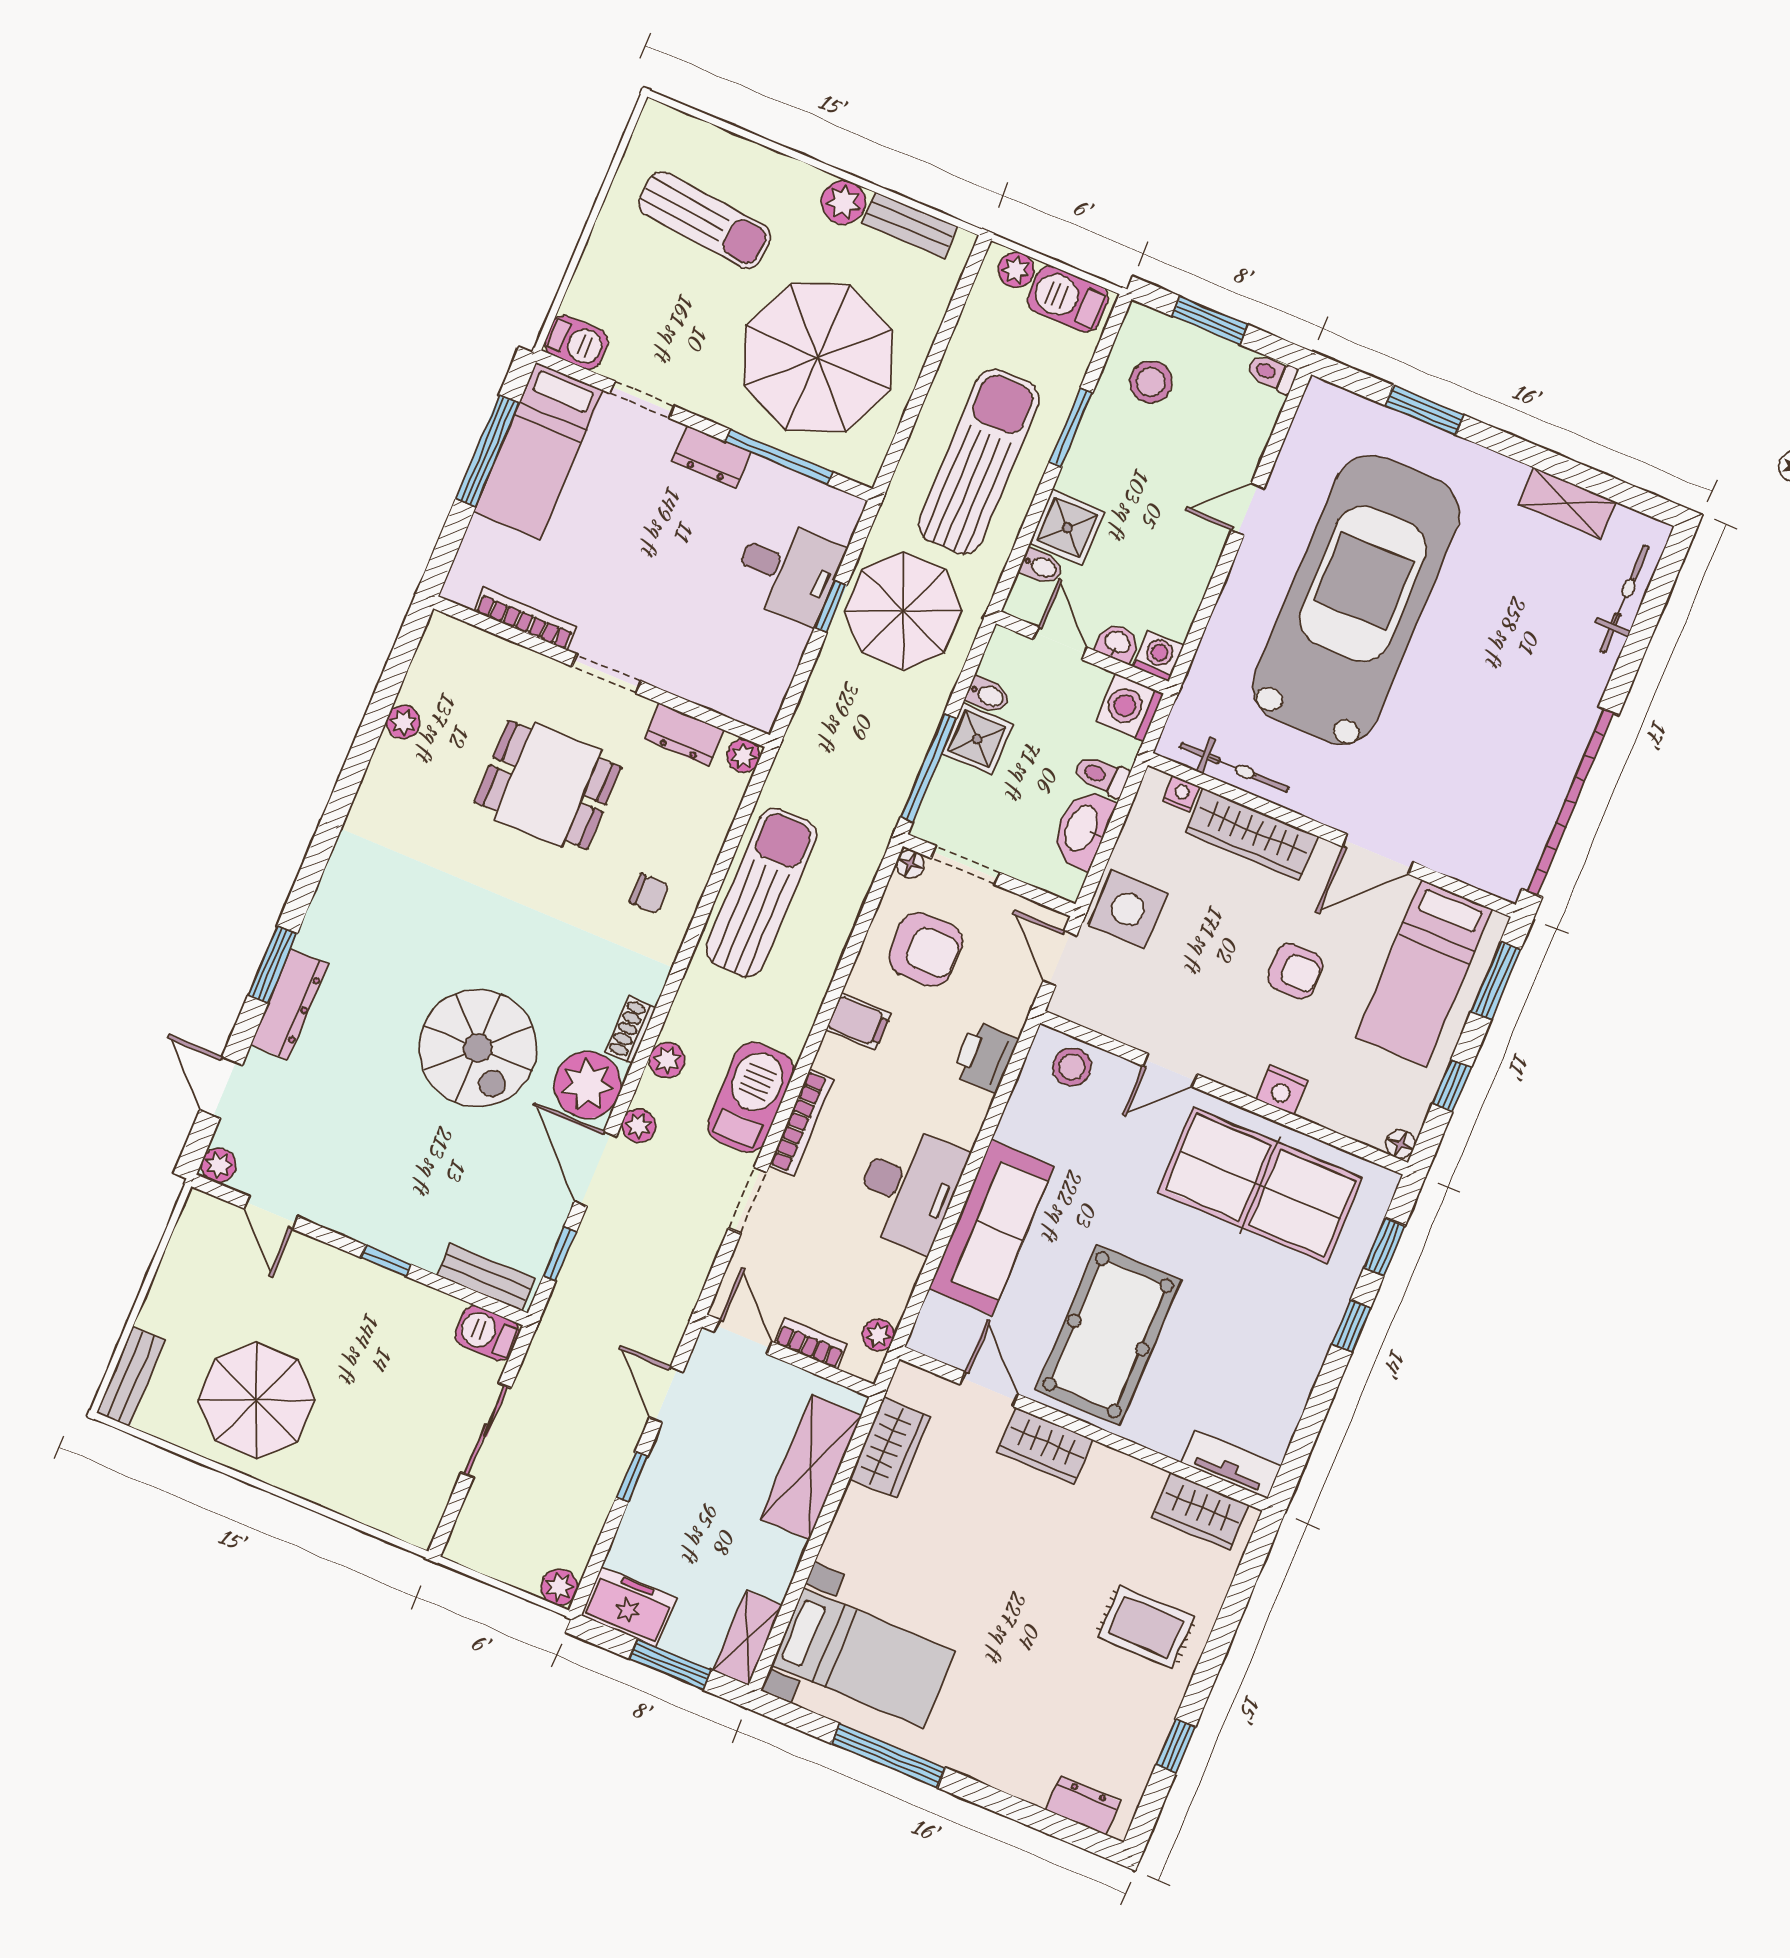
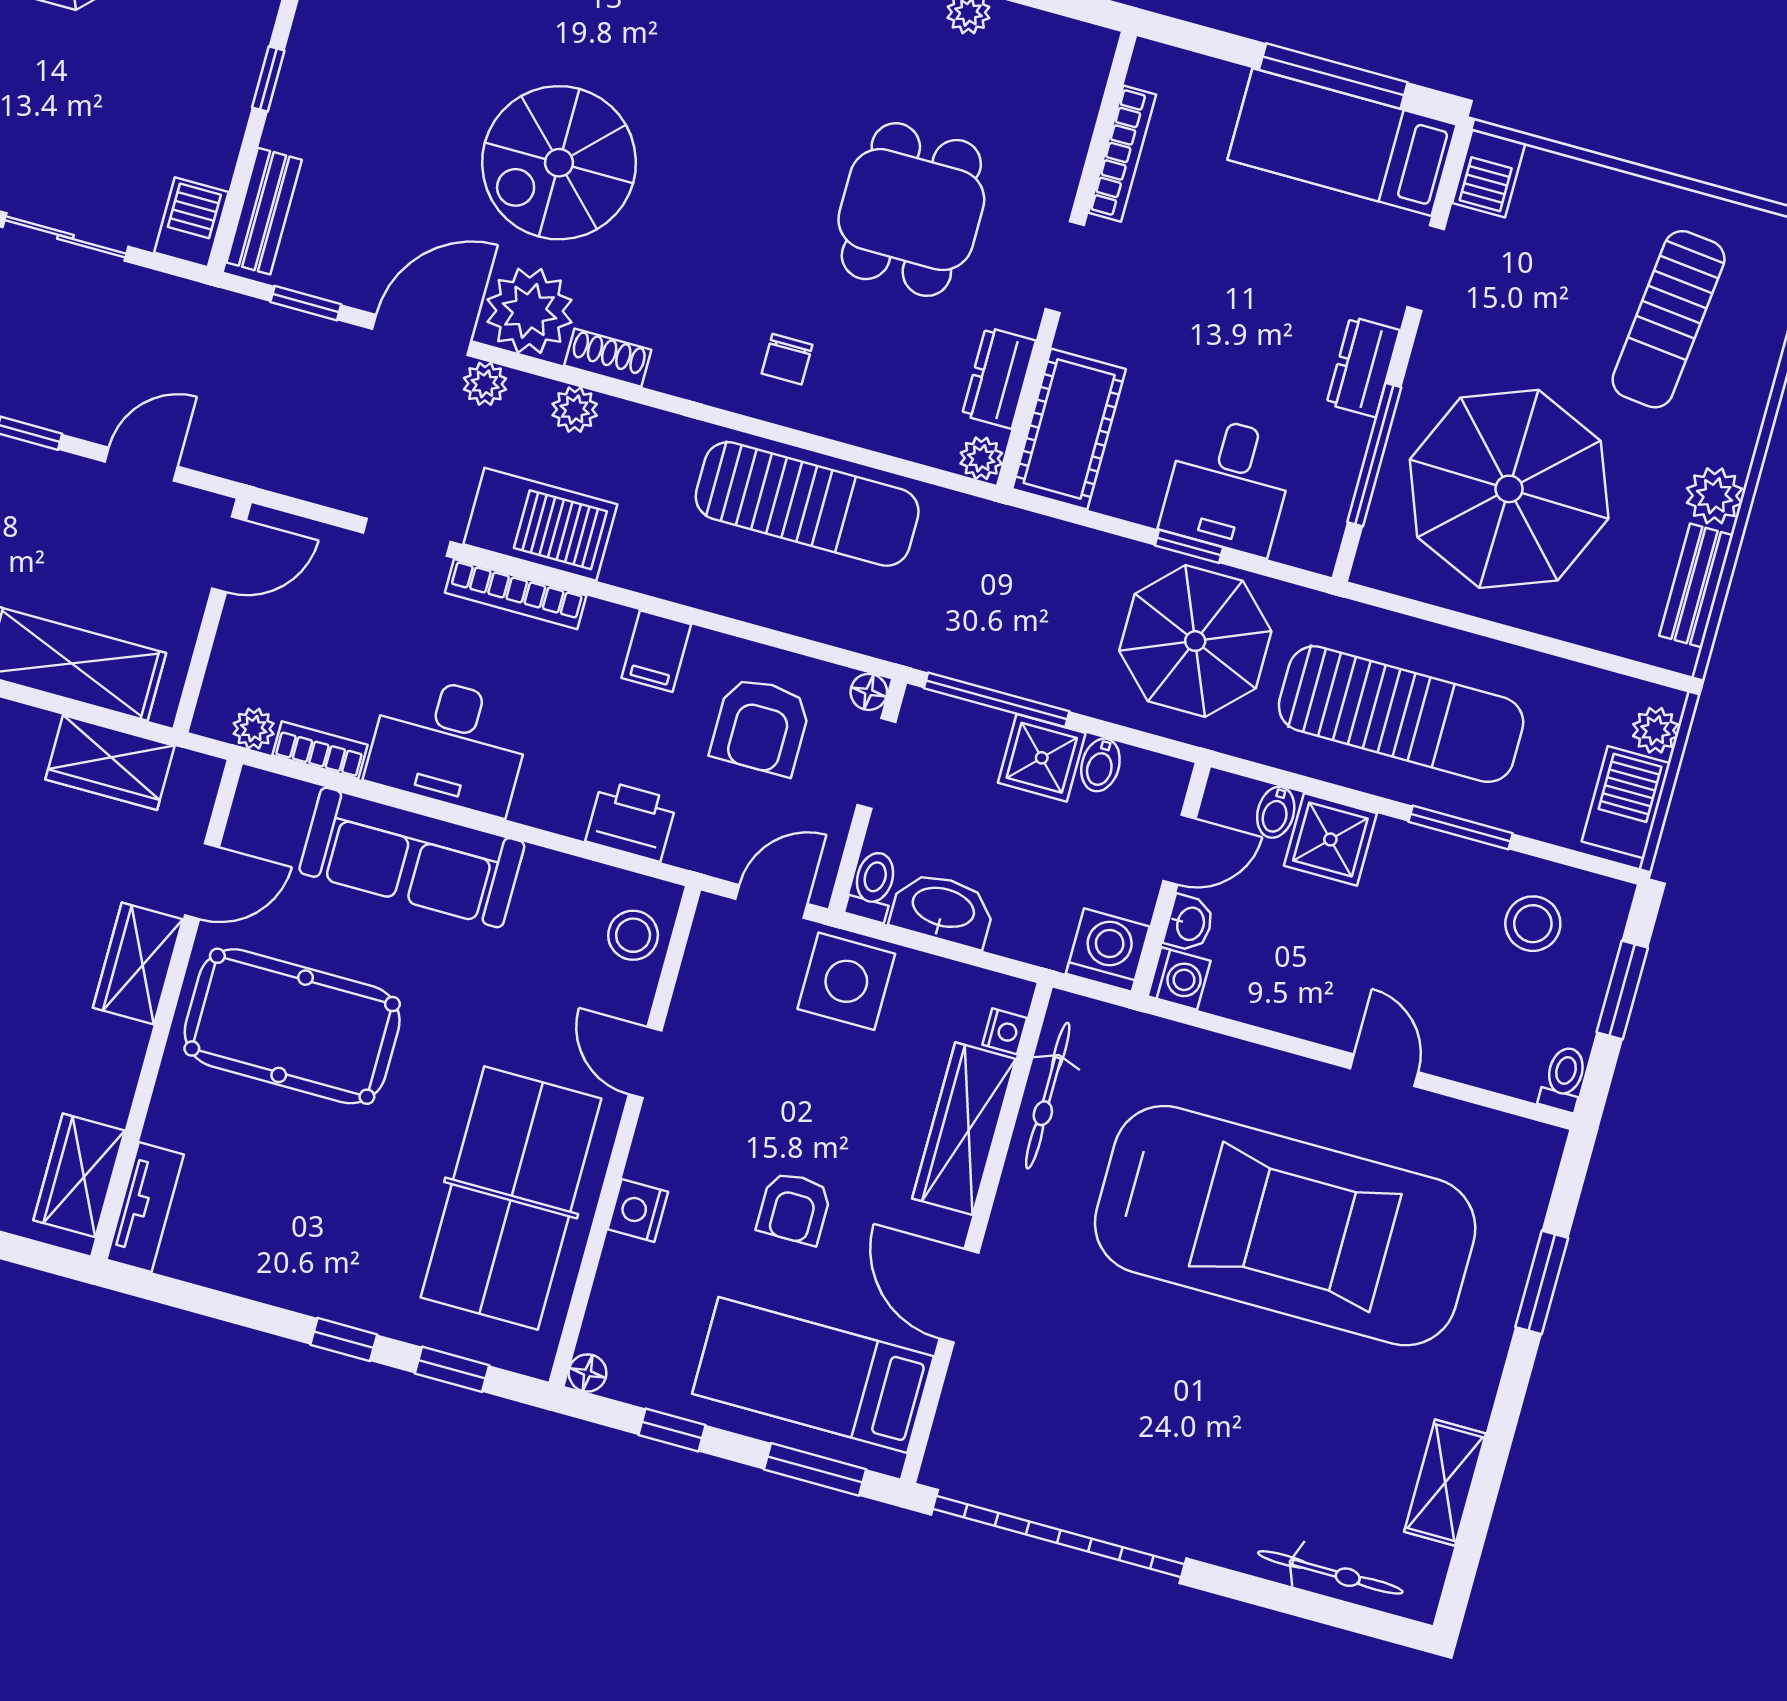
cot: (730, 686) -> (1069, 429), added
toilet: (1102, 776) -> (873, 886), moved
bookcase: (811, 1343) -> (320, 750), moved, turned -90

